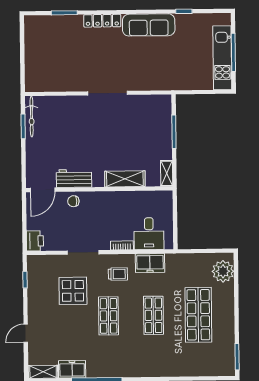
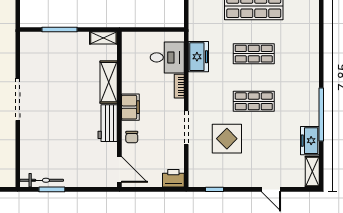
workbench: (74, 178) -> (108, 123), moved
filing cabinet: (102, 199) -> (130, 107), added
trolley: (118, 274) -> (210, 91), removed

